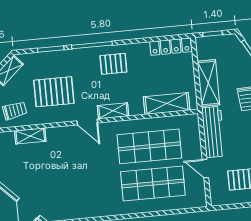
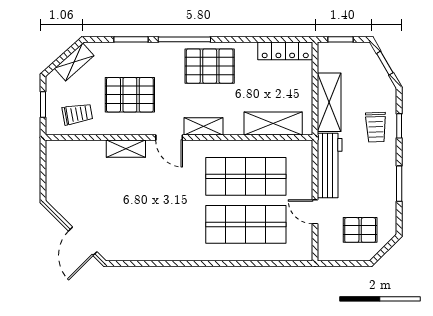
pallet: (113, 64) -> (210, 66), width x1.50, depth x1.42
shelving: (30, 136) -> (126, 149), moved

